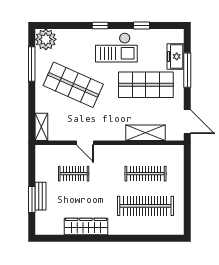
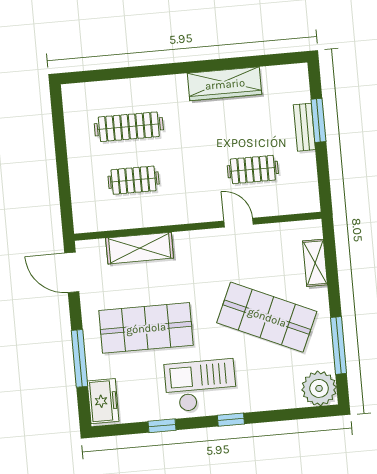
freezer: (175, 56) -> (103, 401), moved
shelving: (41, 127) -> (315, 263), moved
clothes rail: (145, 174) -> (134, 180), width x0.73
clothes rail: (145, 206) -> (129, 127), width x0.73, depth x0.76

